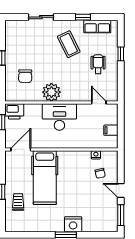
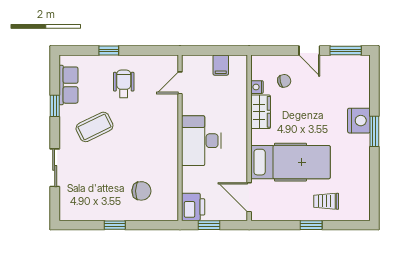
wheelchair: (98, 64) -> (124, 84), turned 90
plant: (51, 92) -> (165, 152), removed
wardrobe: (79, 157) -> (261, 112), added
door: (121, 191) -> (309, 51), hinge flipped

